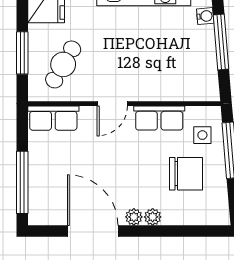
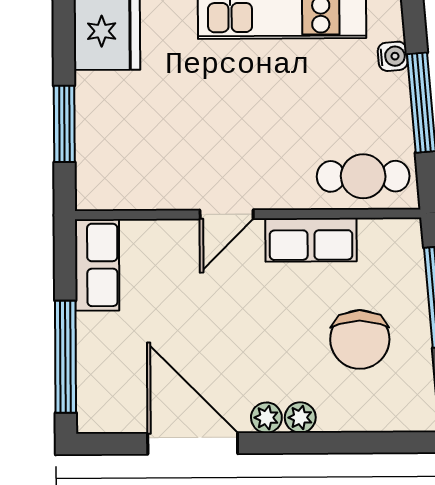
cafe table: (63, 64) -> (363, 176), moved, turned 60
row of seats: (53, 118) -> (97, 265), moved, turned -90
side table: (202, 135) -> (389, 270), removed
chair: (186, 174) -> (360, 339), turned 90

